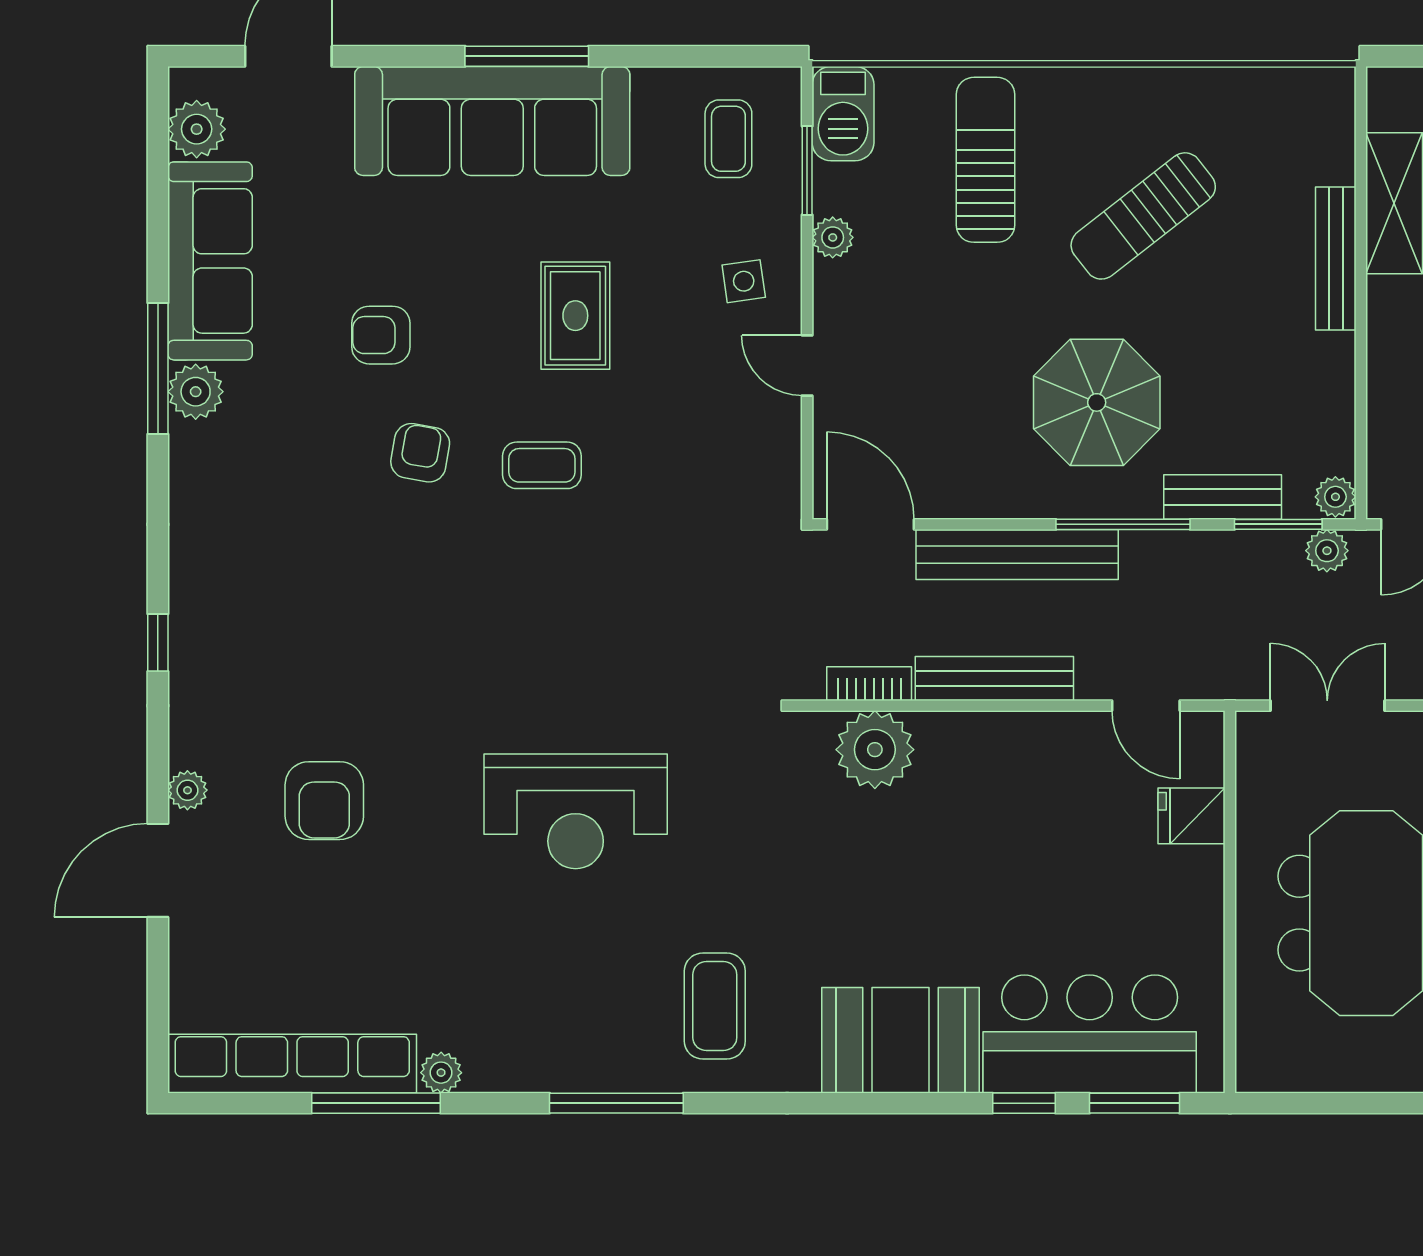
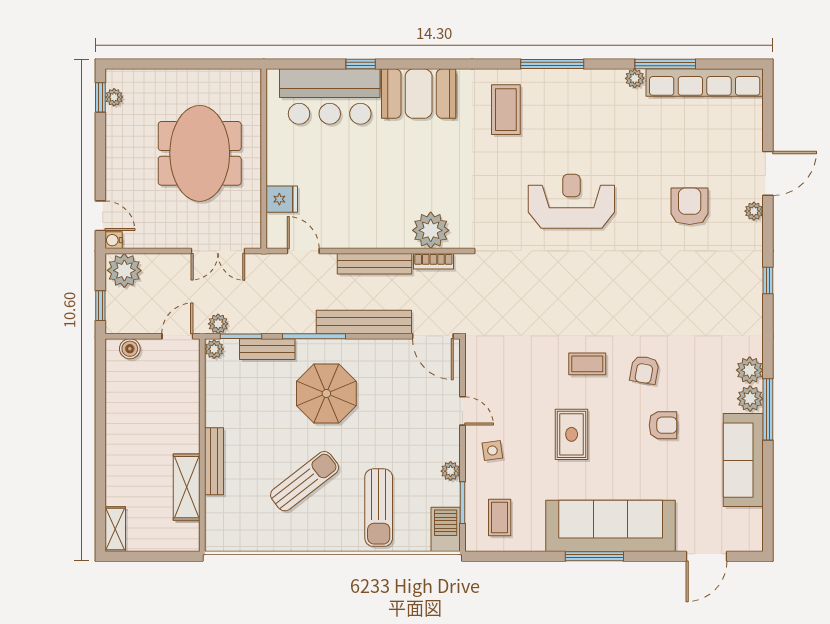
plant: (197, 129) -> (750, 370), moved
window: (1135, 1103) -> (309, 64), removed

